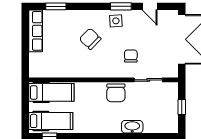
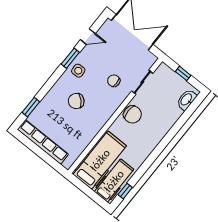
row of seats: (36, 31) -> (43, 142), width x1.36
hospital bed: (51, 92) -> (100, 160), width x1.37, depth x1.29
washbasin: (132, 127) -> (186, 100), moved

